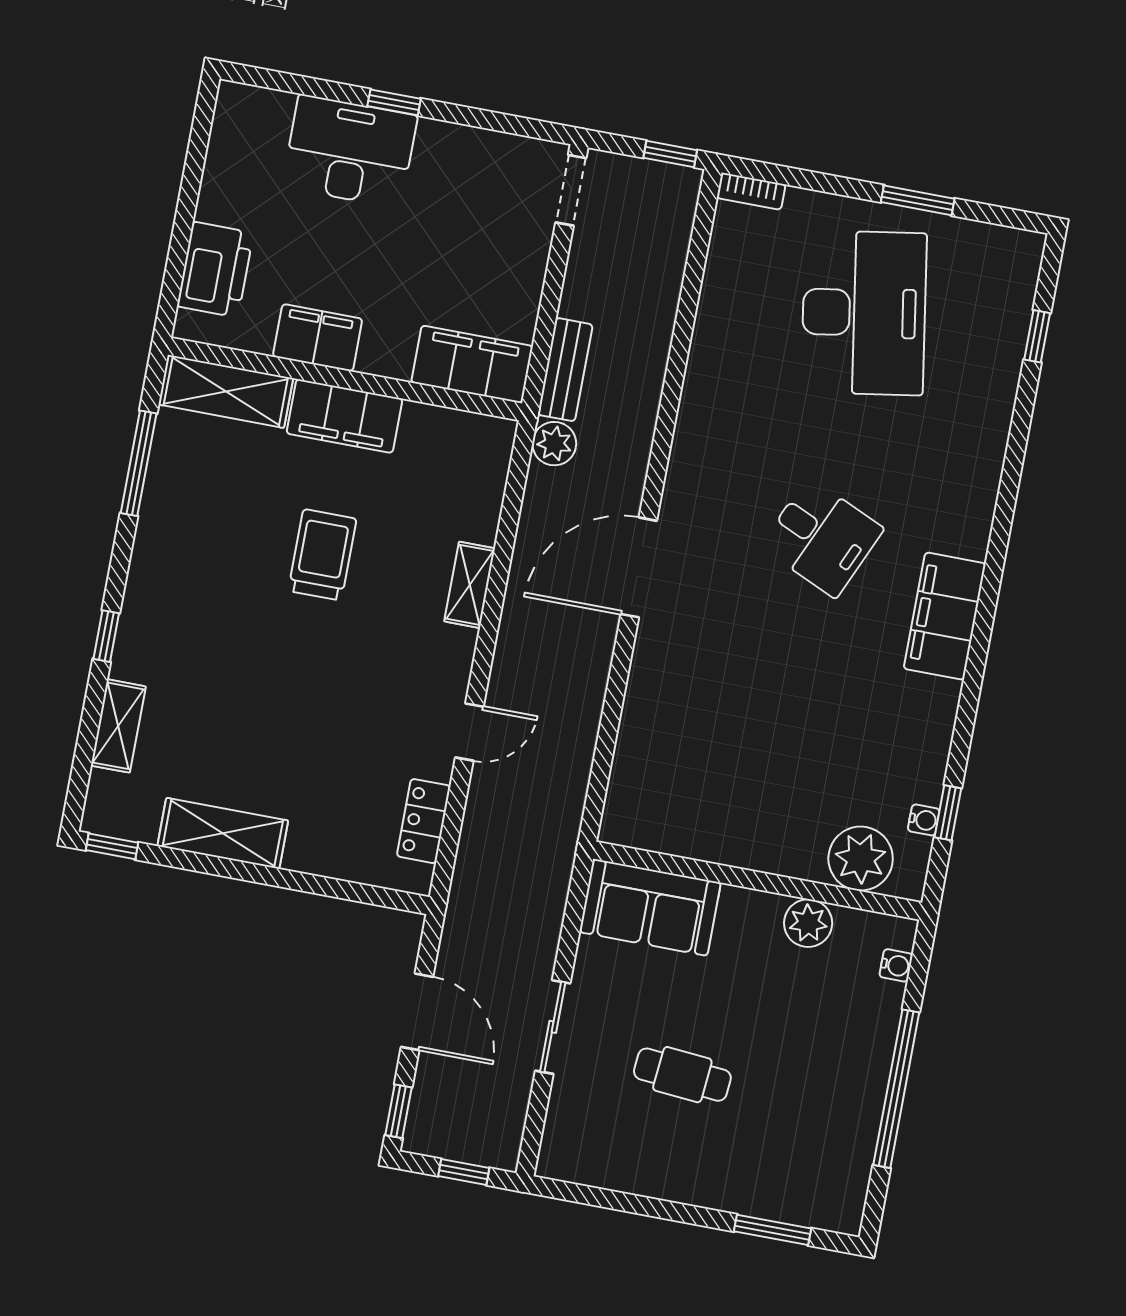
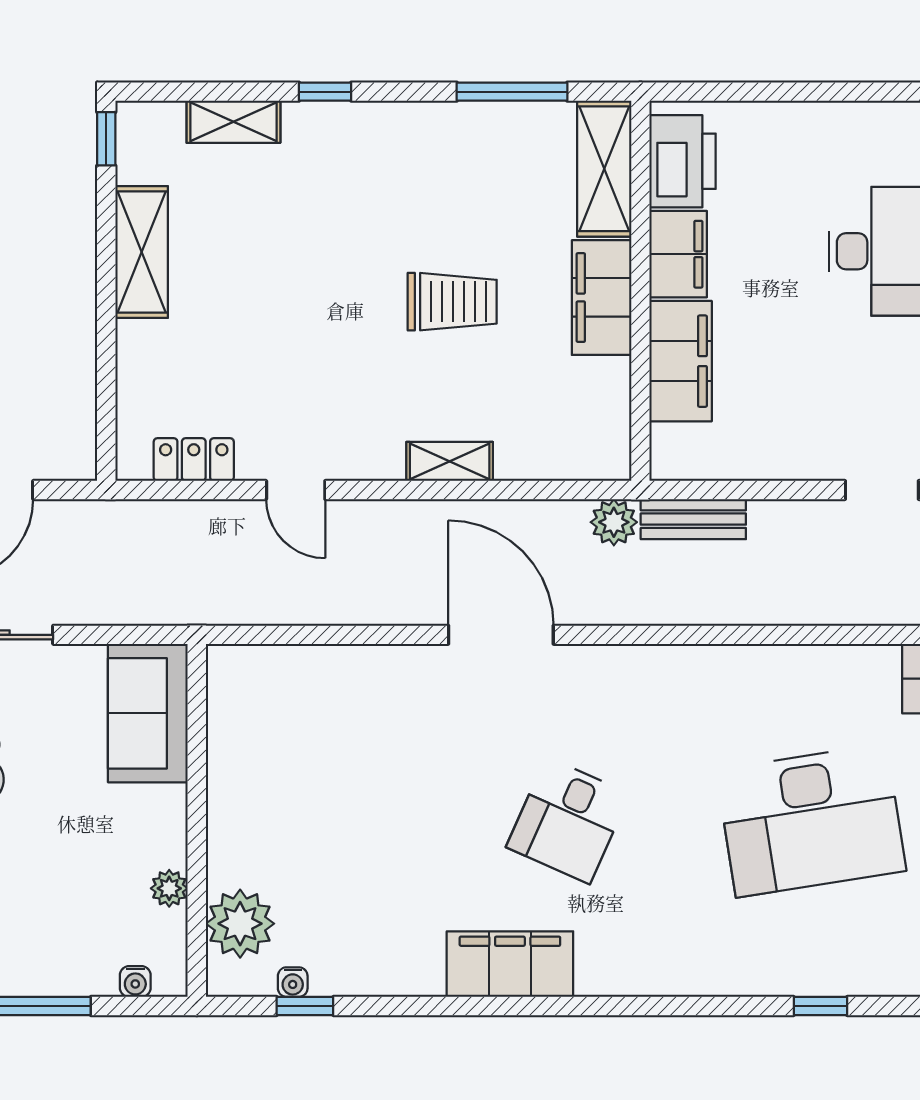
printer: (215, 270) -> (683, 161), moved, turned -90
filing cabinet: (472, 364) -> (681, 361), moved
plant: (808, 923) -> (169, 888), width x0.73, depth x0.73

